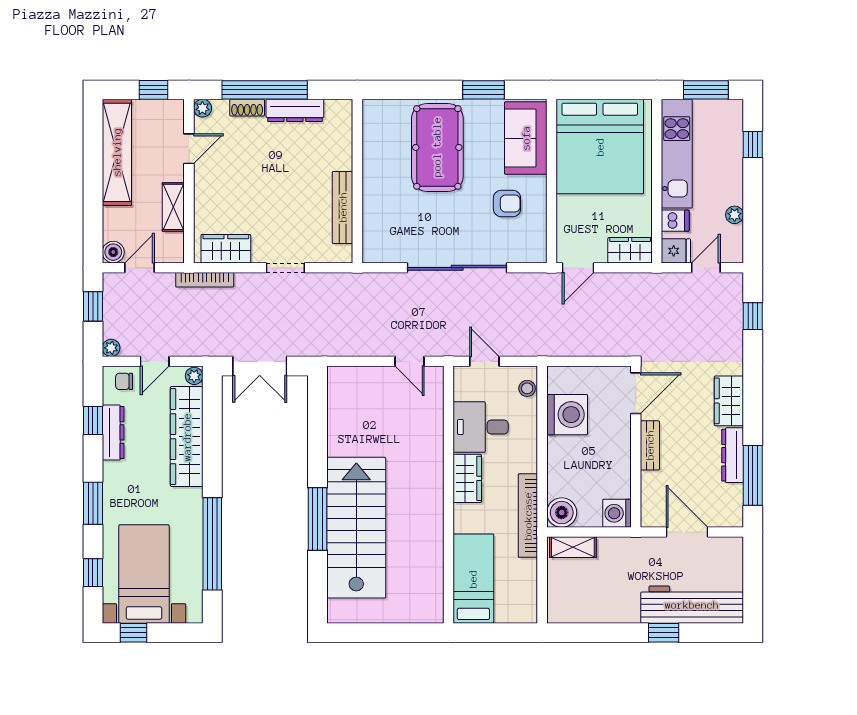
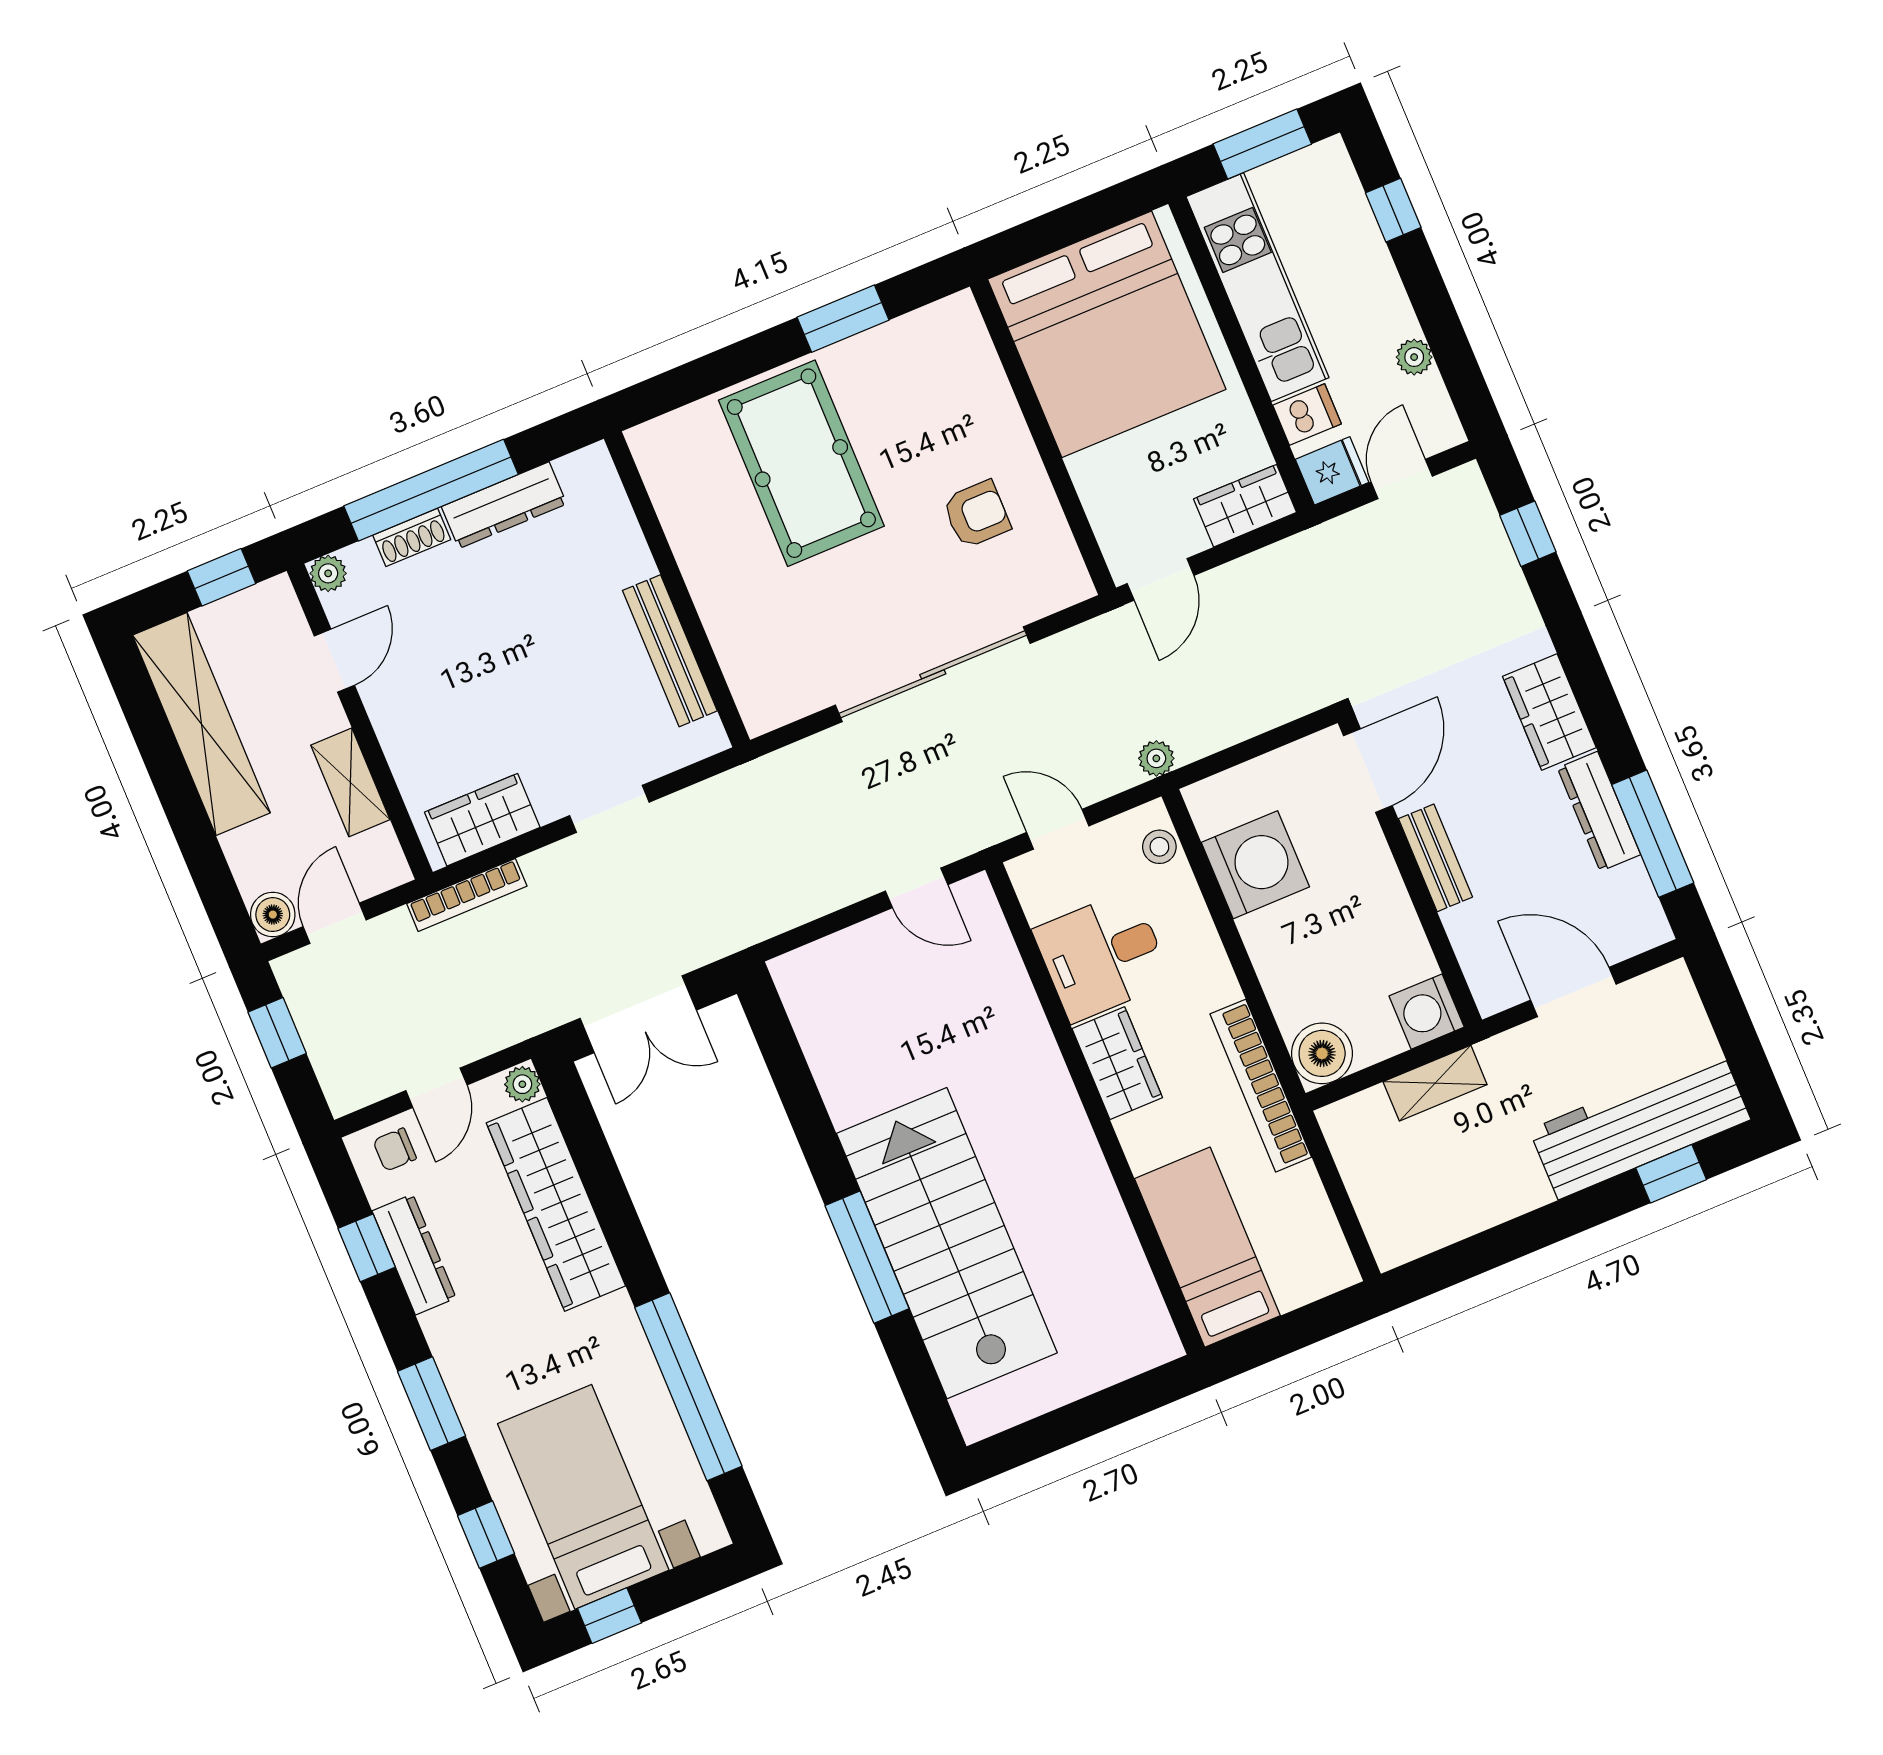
sofa: (526, 138) -> (961, 376), removed
plant: (111, 348) -> (1156, 758), moved
shelving: (573, 547) -> (1435, 1083), moved
window: (664, 633) -> (1671, 1174), moved

